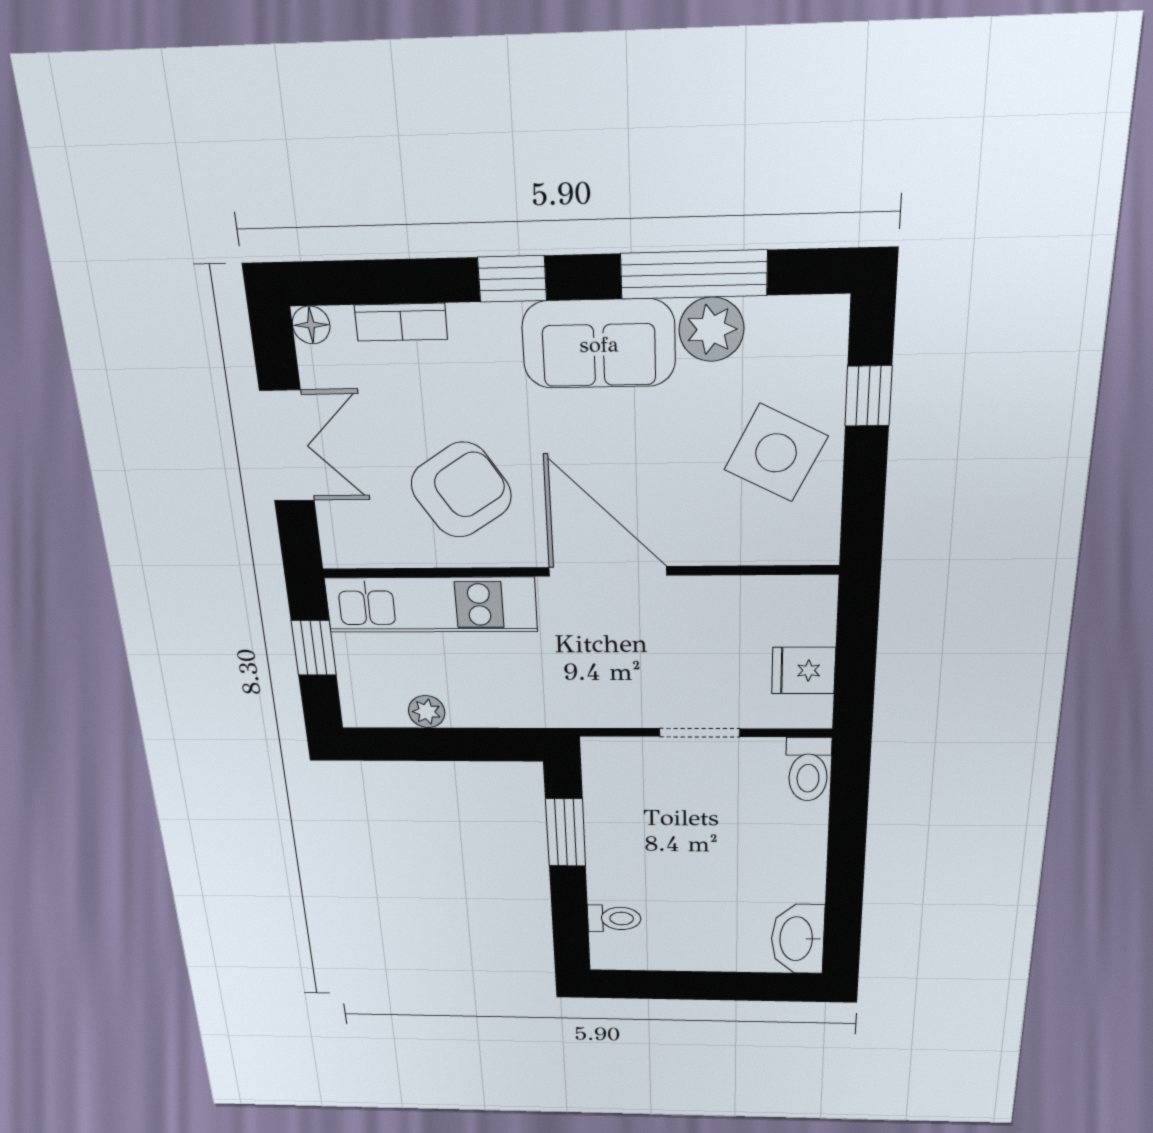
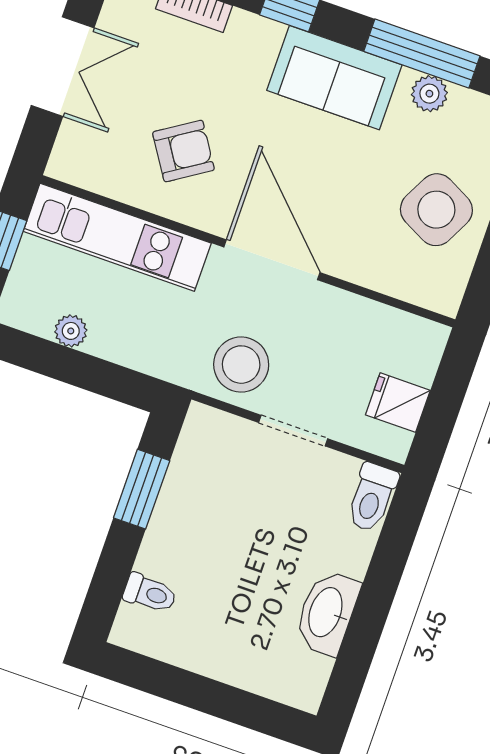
plant: (711, 329) -> (429, 94), width x0.73, depth x0.73
armchair: (461, 490) -> (183, 151), width x0.72, depth x0.72
stool: (618, 687) -> (241, 365), added
washbasin: (798, 939) -> (327, 613), moved

